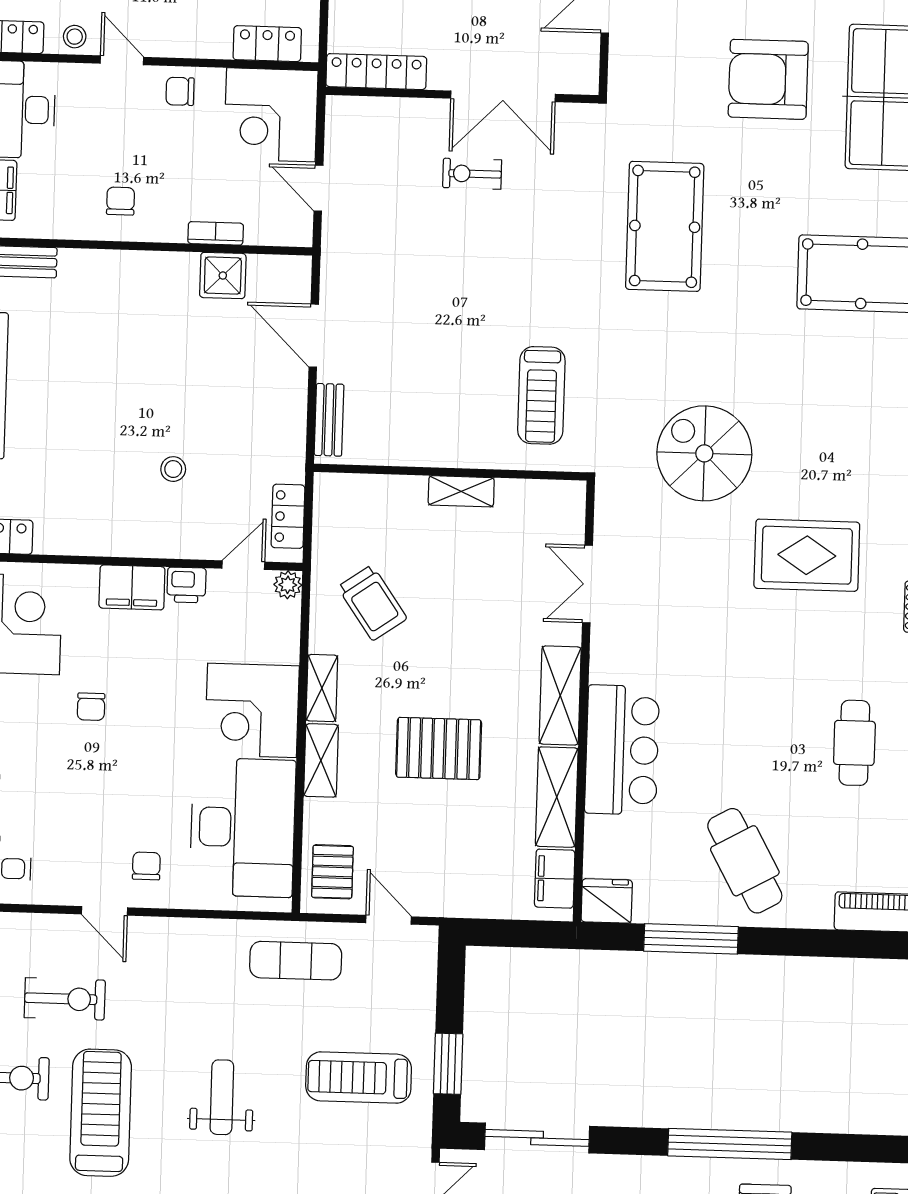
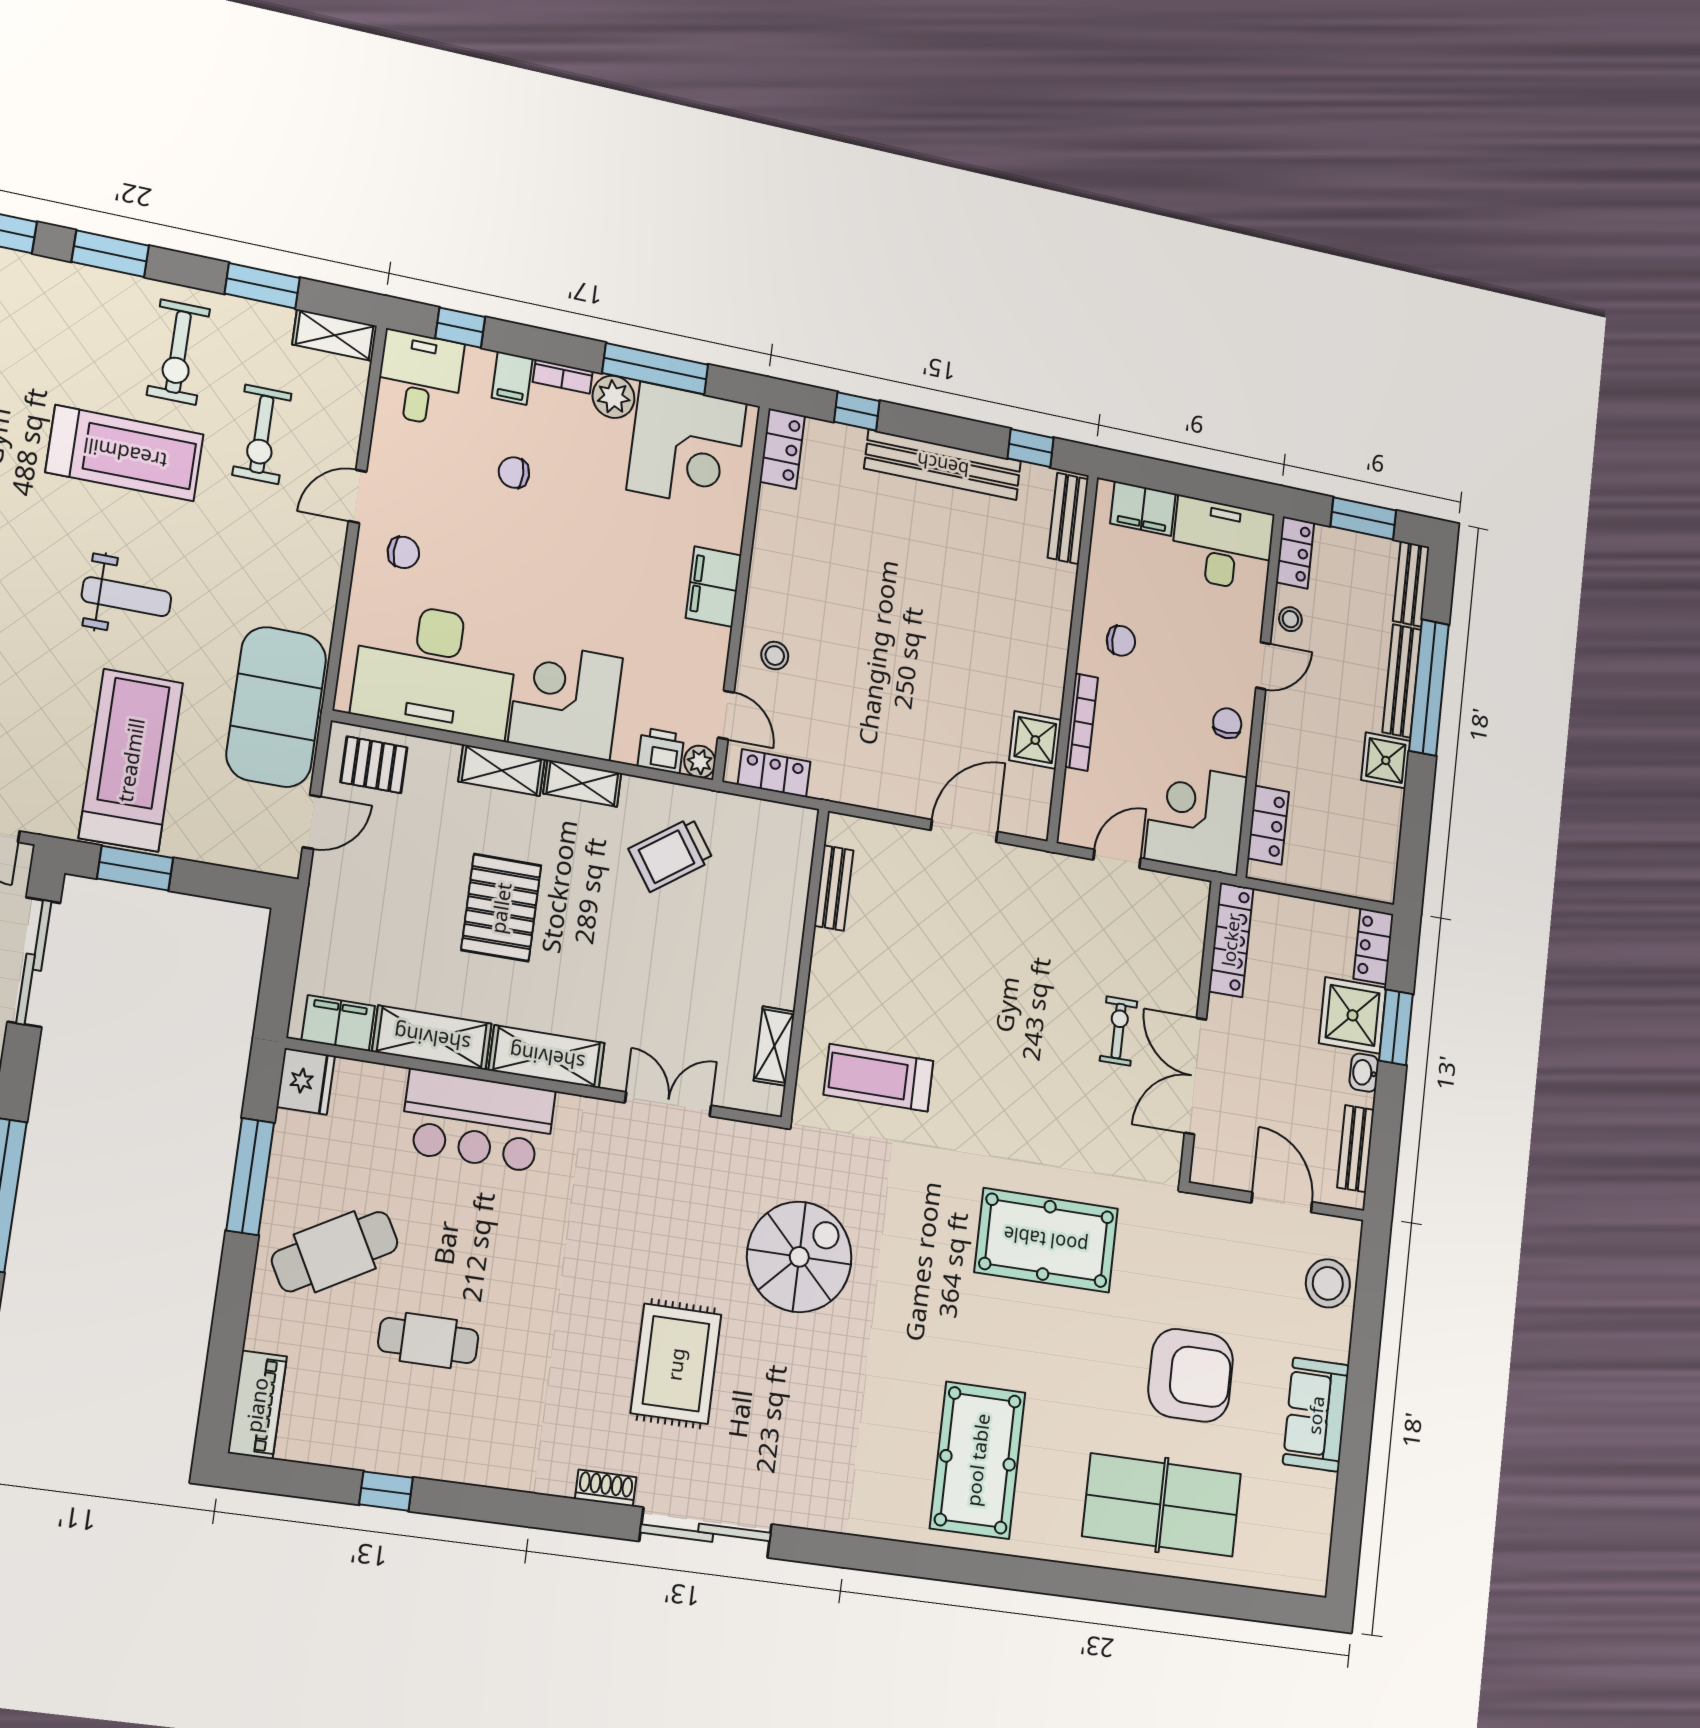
armchair: (768, 79) -> (1191, 1375), turned 90
bookcase: (216, 233) -> (1081, 722), width x1.56
bench: (329, 420) -> (834, 888), moved, turned 90
stool: (173, 469) -> (775, 656), moved
shelving: (461, 491) -> (774, 1046), moved
printer: (186, 585) -> (661, 751), moved, turned 90
chair: (91, 707) -> (514, 473), moved
cafe table: (854, 743) -> (428, 1340), moved
exercise mat: (296, 961) -> (276, 707), width x2.00, depth x1.45
treadmill: (359, 1078) -> (131, 760), width x1.37, depth x1.38

